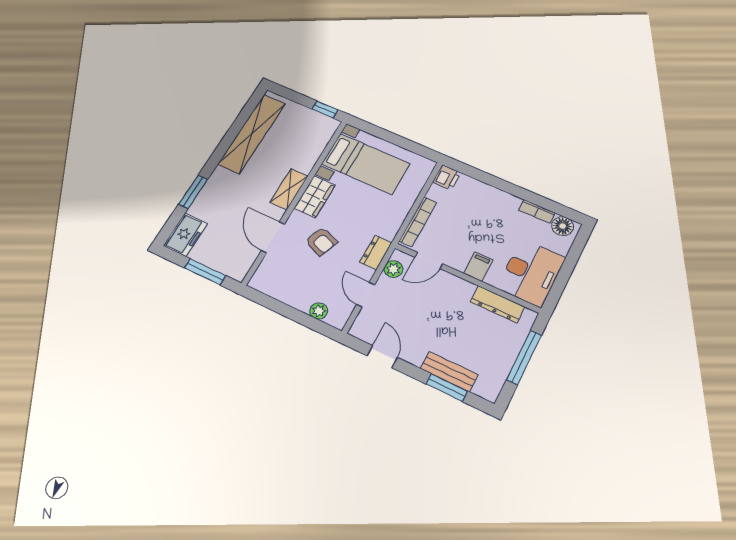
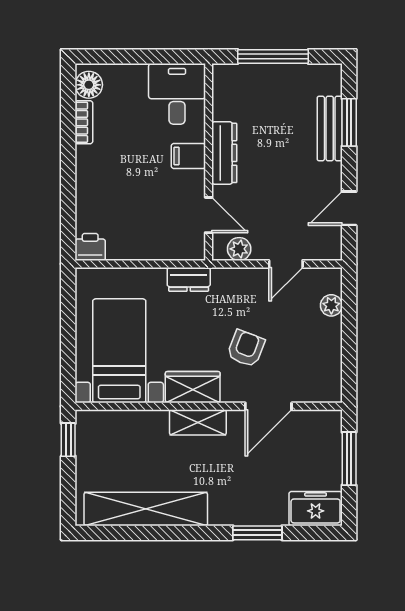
bookcase: (418, 222) -> (165, 251), removed
dresser: (376, 253) -> (189, 279), moved
desk: (531, 273) -> (177, 94), width x0.73
dresser: (498, 304) -> (224, 153), moved

